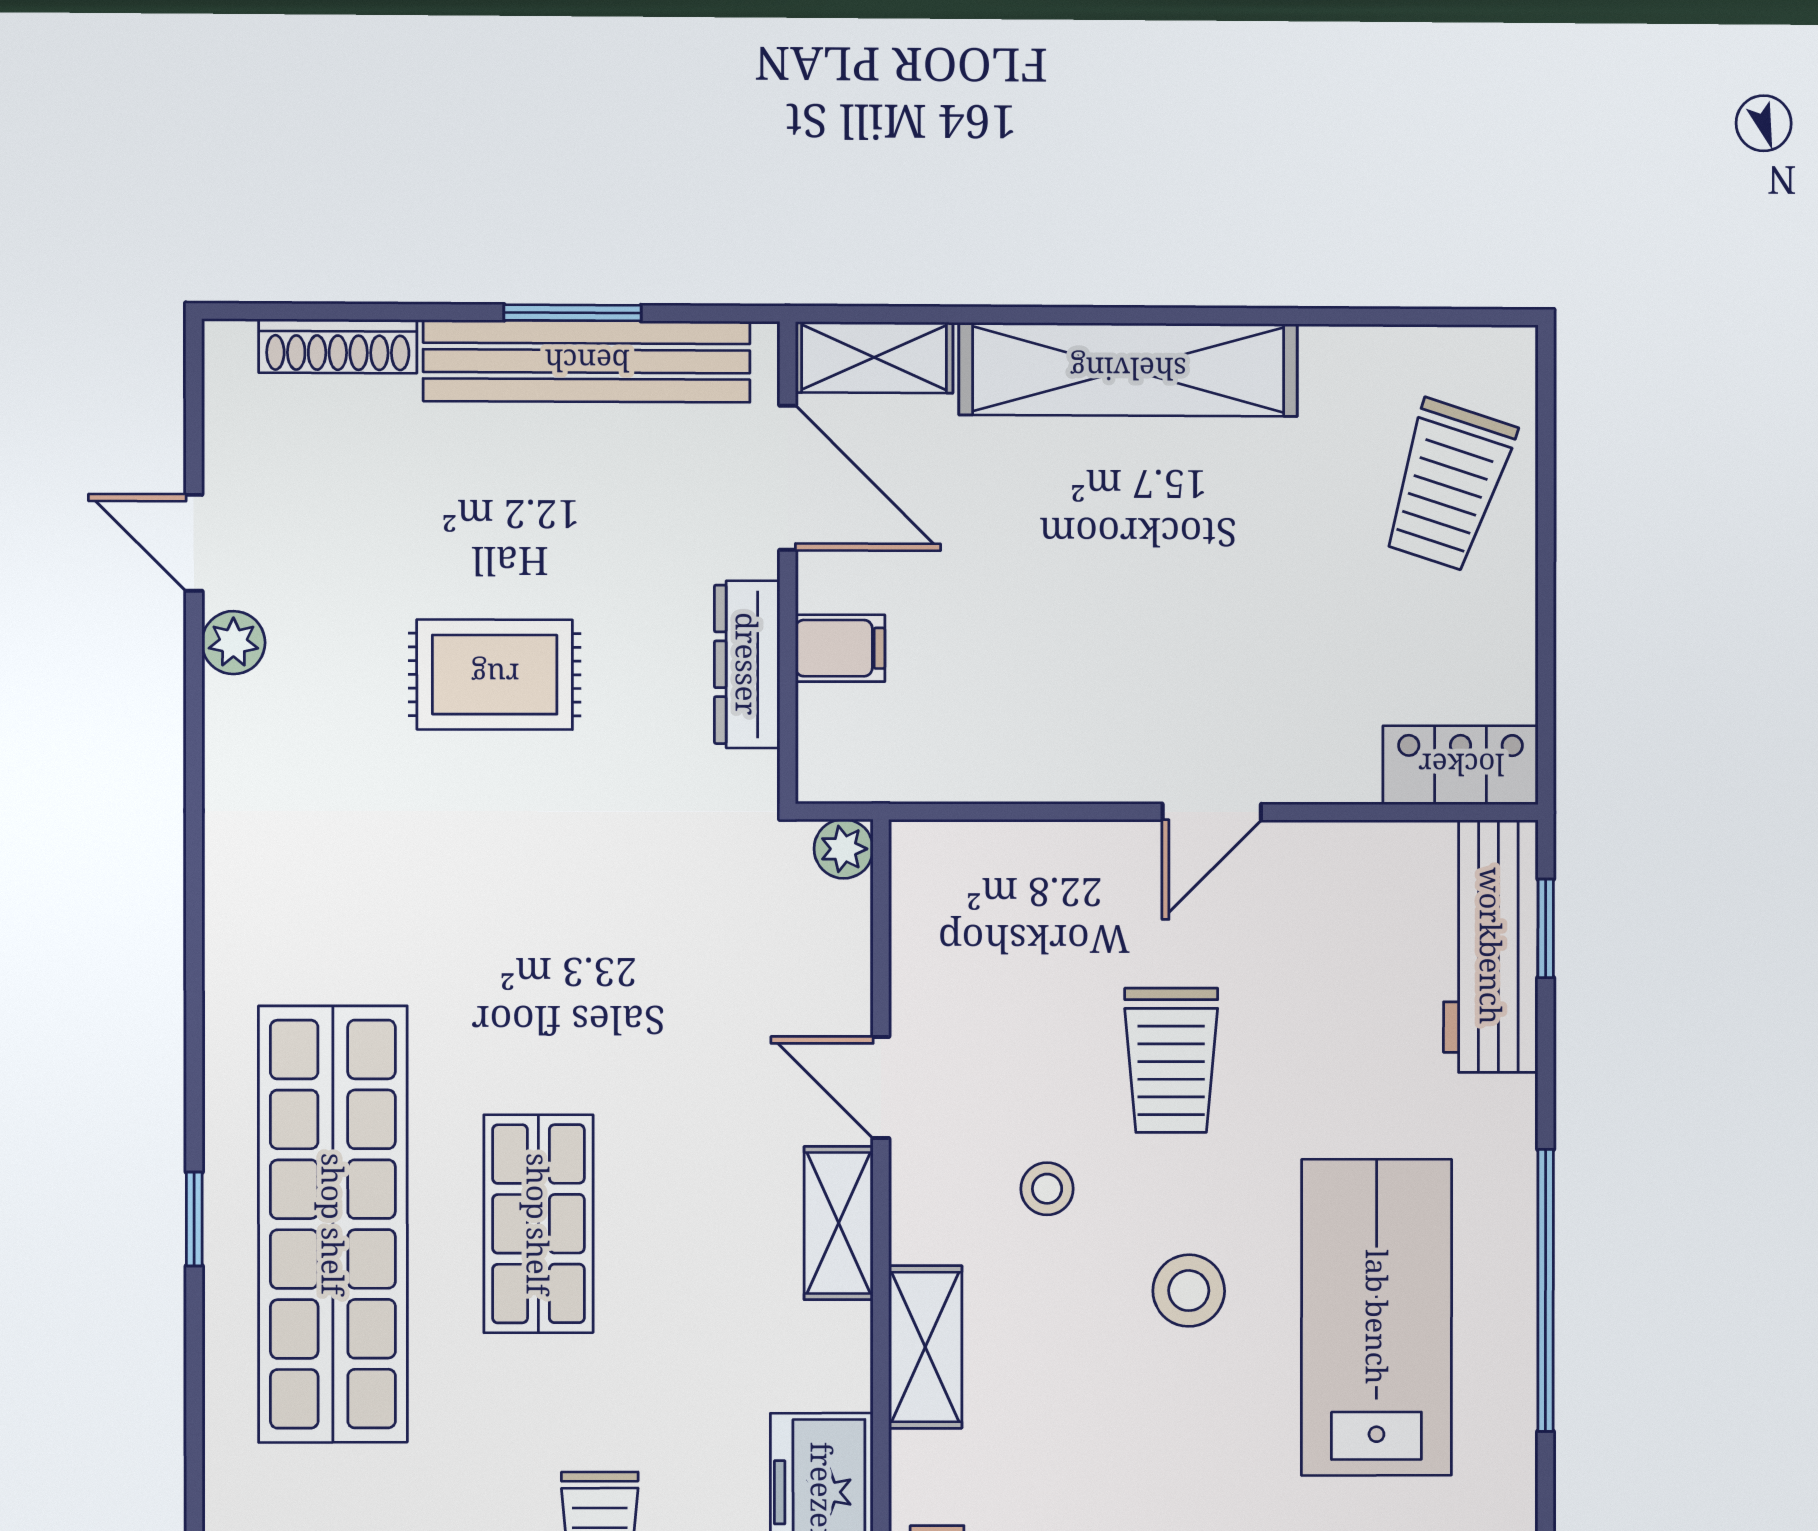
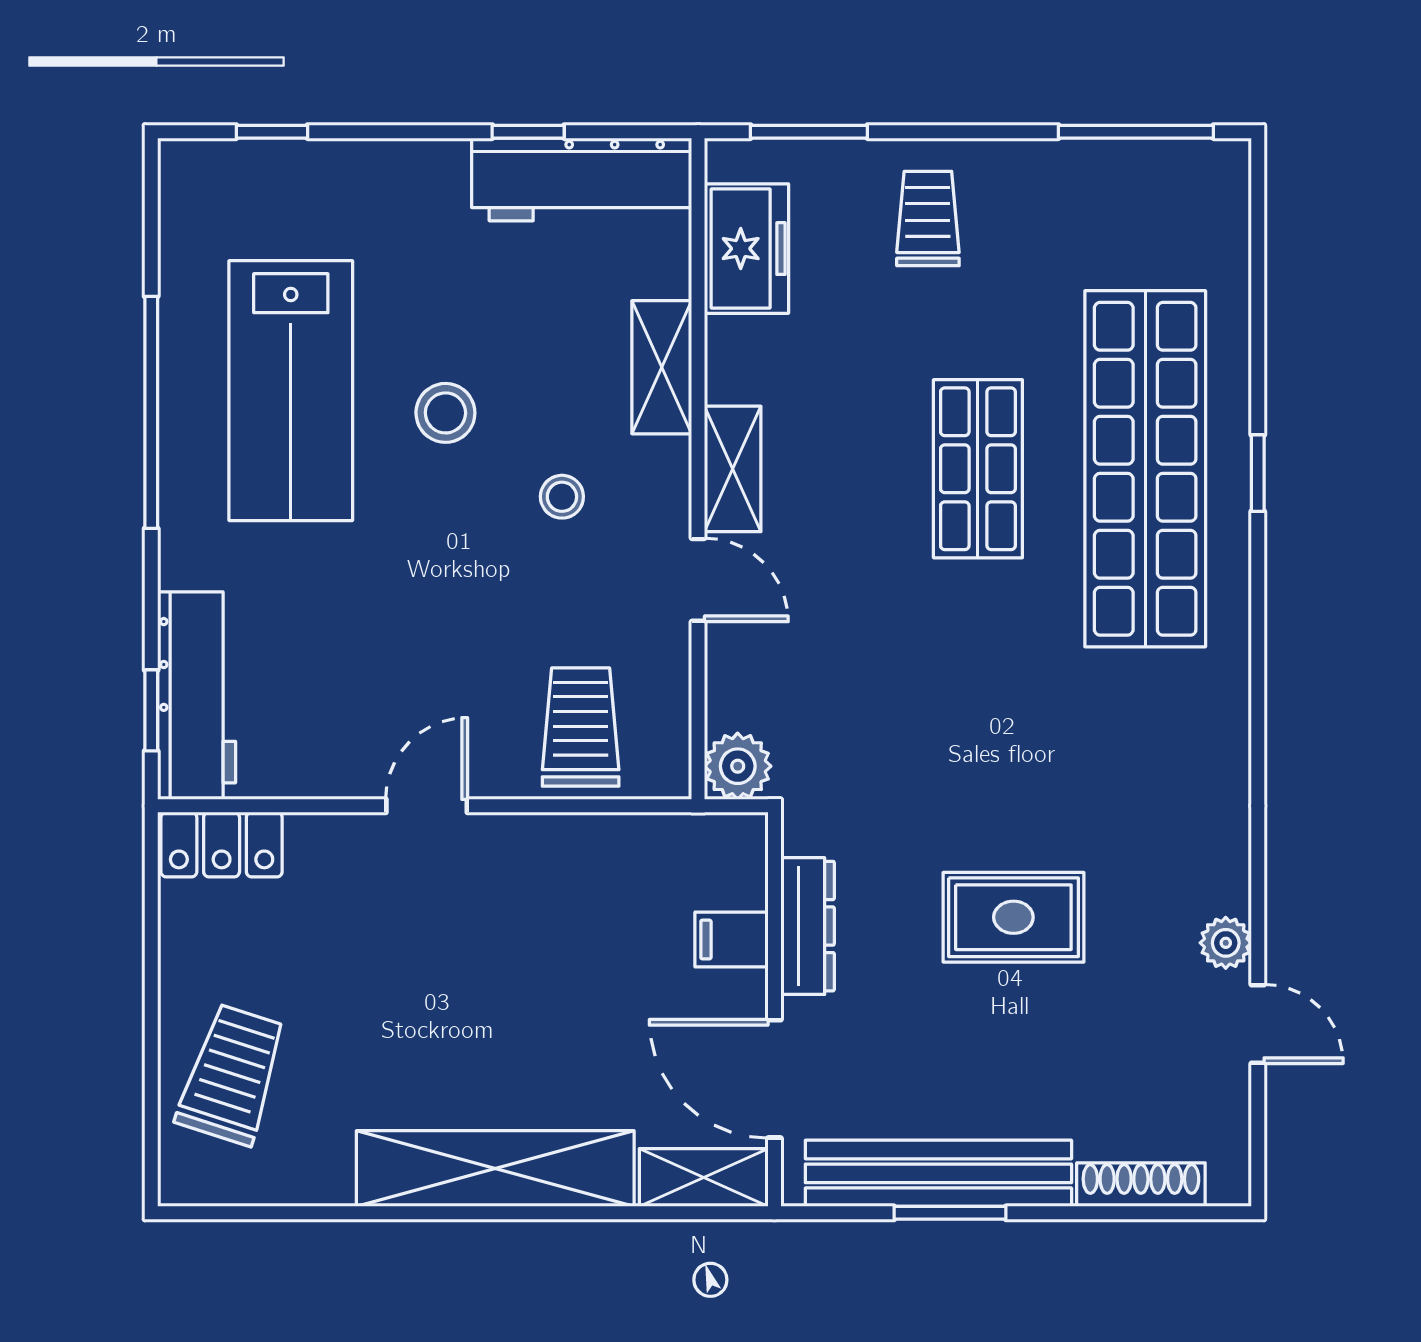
plant: (844, 849) -> (738, 766), width x1.38, depth x1.38
trolley: (1171, 1060) -> (581, 727), moved

